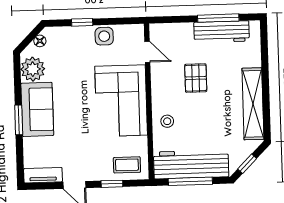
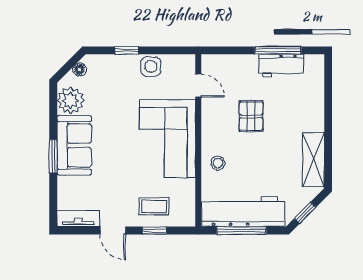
workbench: (222, 32) -> (281, 66), width x0.73
shelving: (253, 104) -> (313, 159), width x0.68
coffee table: (127, 165) -> (154, 206), moved

